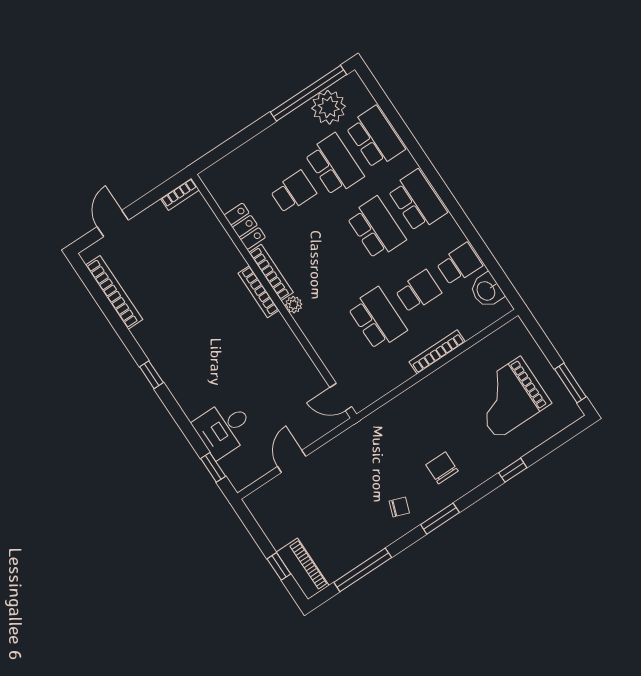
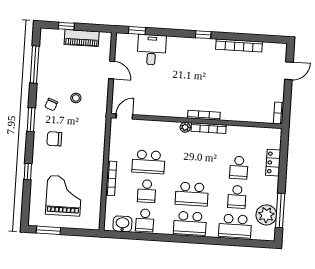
window: (308, 93) -> (280, 210), width x0.68
school desk: (334, 165) -> (237, 197), width x0.54
door: (113, 223) -> (289, 71), hinge flipped
locker: (245, 226) -> (273, 163), moved, turned 90
bookcase: (114, 292) -> (239, 45), moved
chair: (442, 468) -> (54, 139), turned 180
stool: (365, 481) -> (76, 98), added
piano: (303, 569) -> (82, 38), moved

